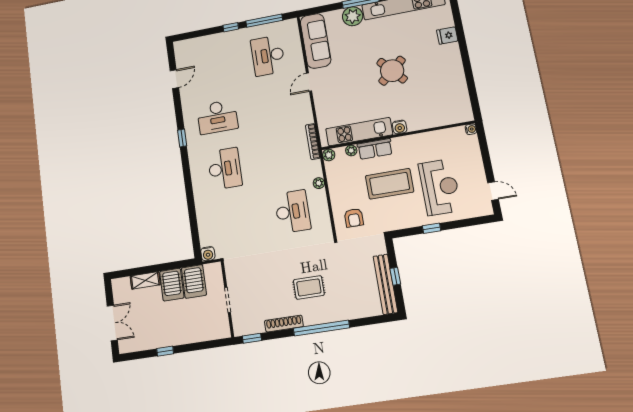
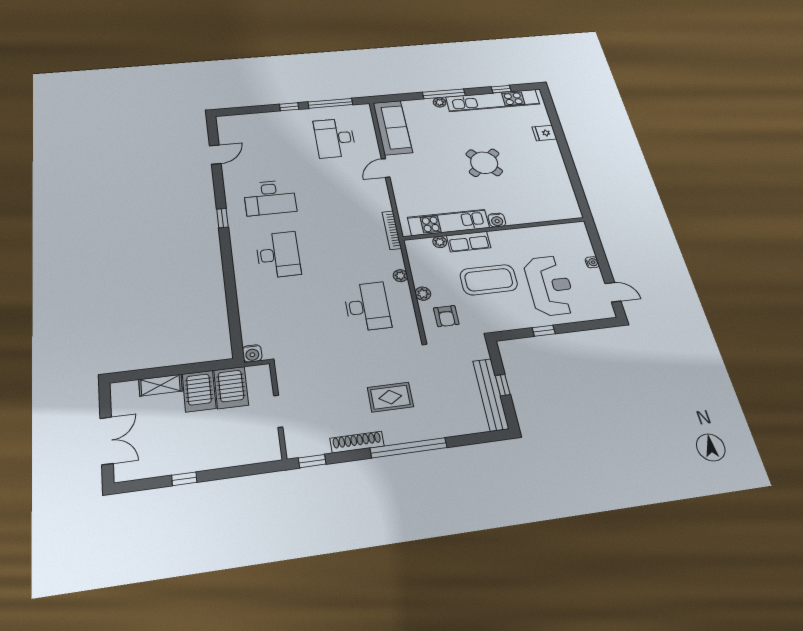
plant: (353, 16) -> (440, 102), width x0.53, depth x0.53
water cooler: (471, 129) -> (592, 262), moved
plant: (329, 155) -> (423, 294), moved

